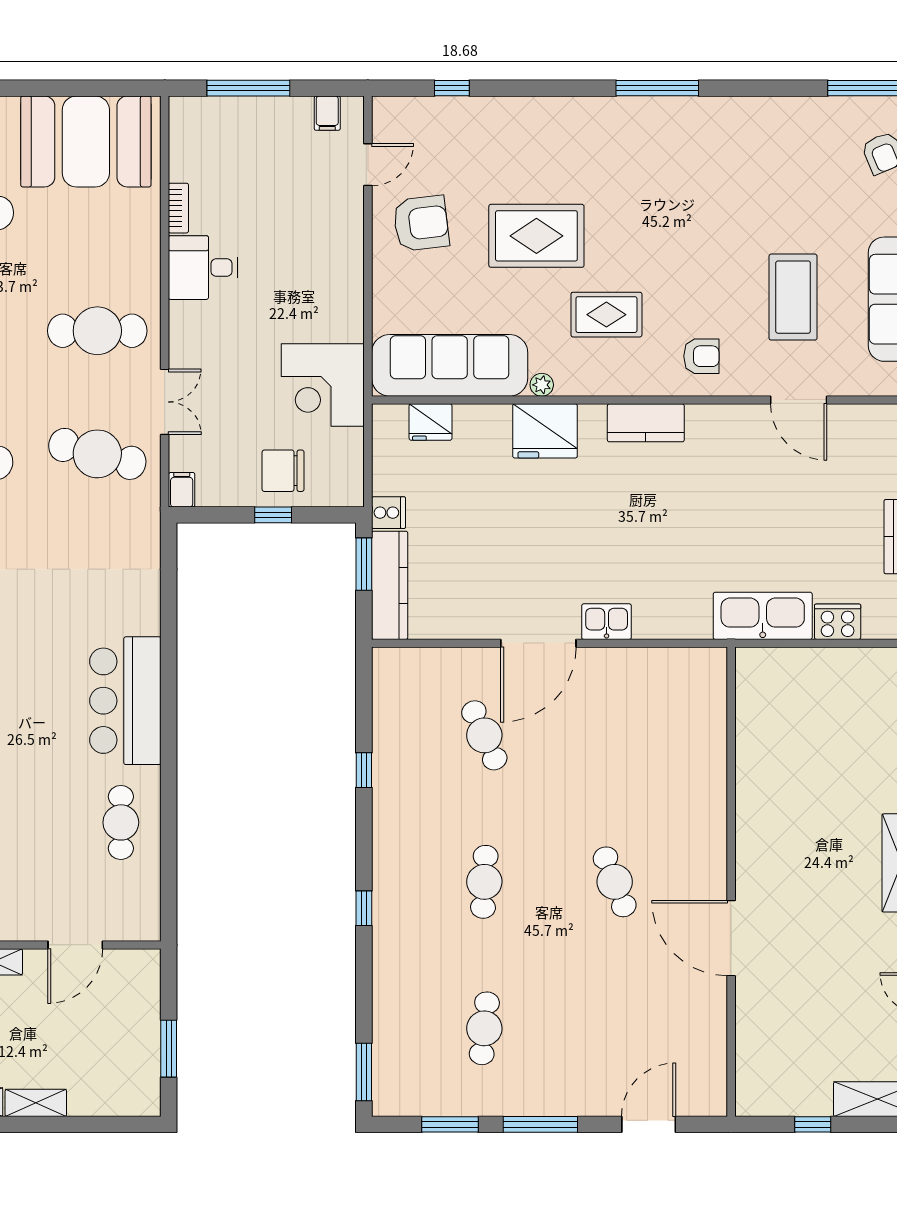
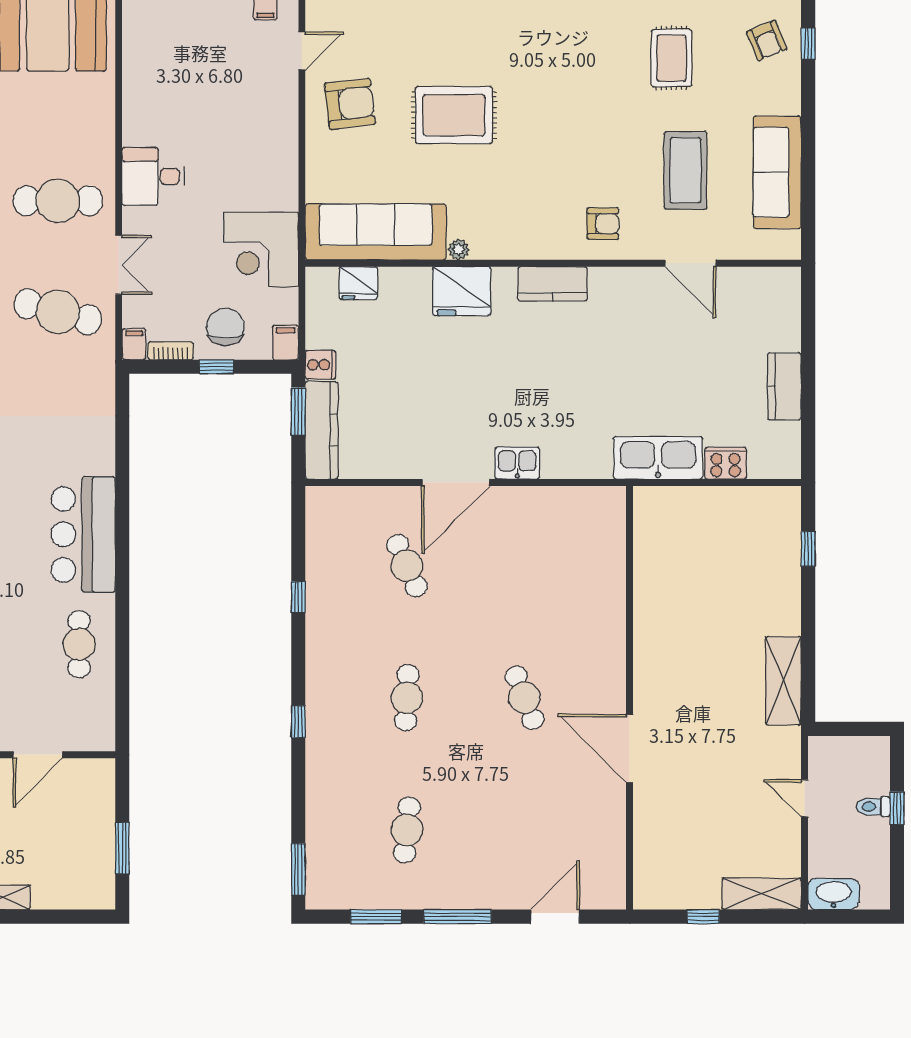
bookcase: (178, 208) -> (171, 351), moved, turned -90
desk: (203, 268) -> (153, 176), moved
rug: (606, 315) -> (671, 58), moved, turned 90
chair: (283, 471) -> (225, 327), turned 90
filing cabinet: (350, 488) -> (286, 342), added

